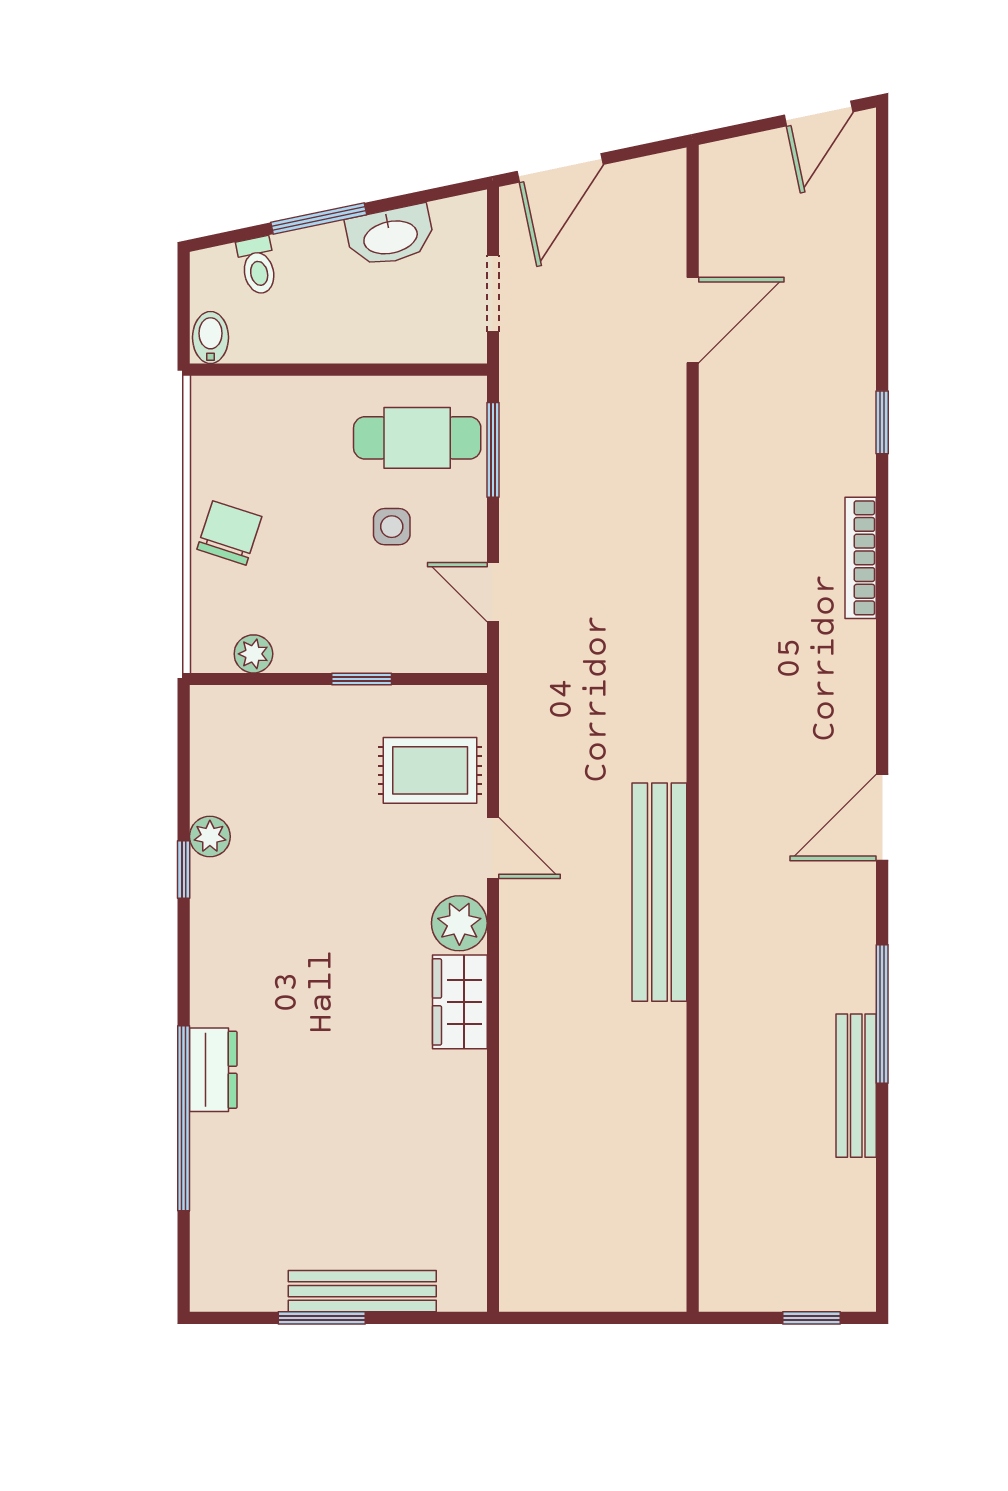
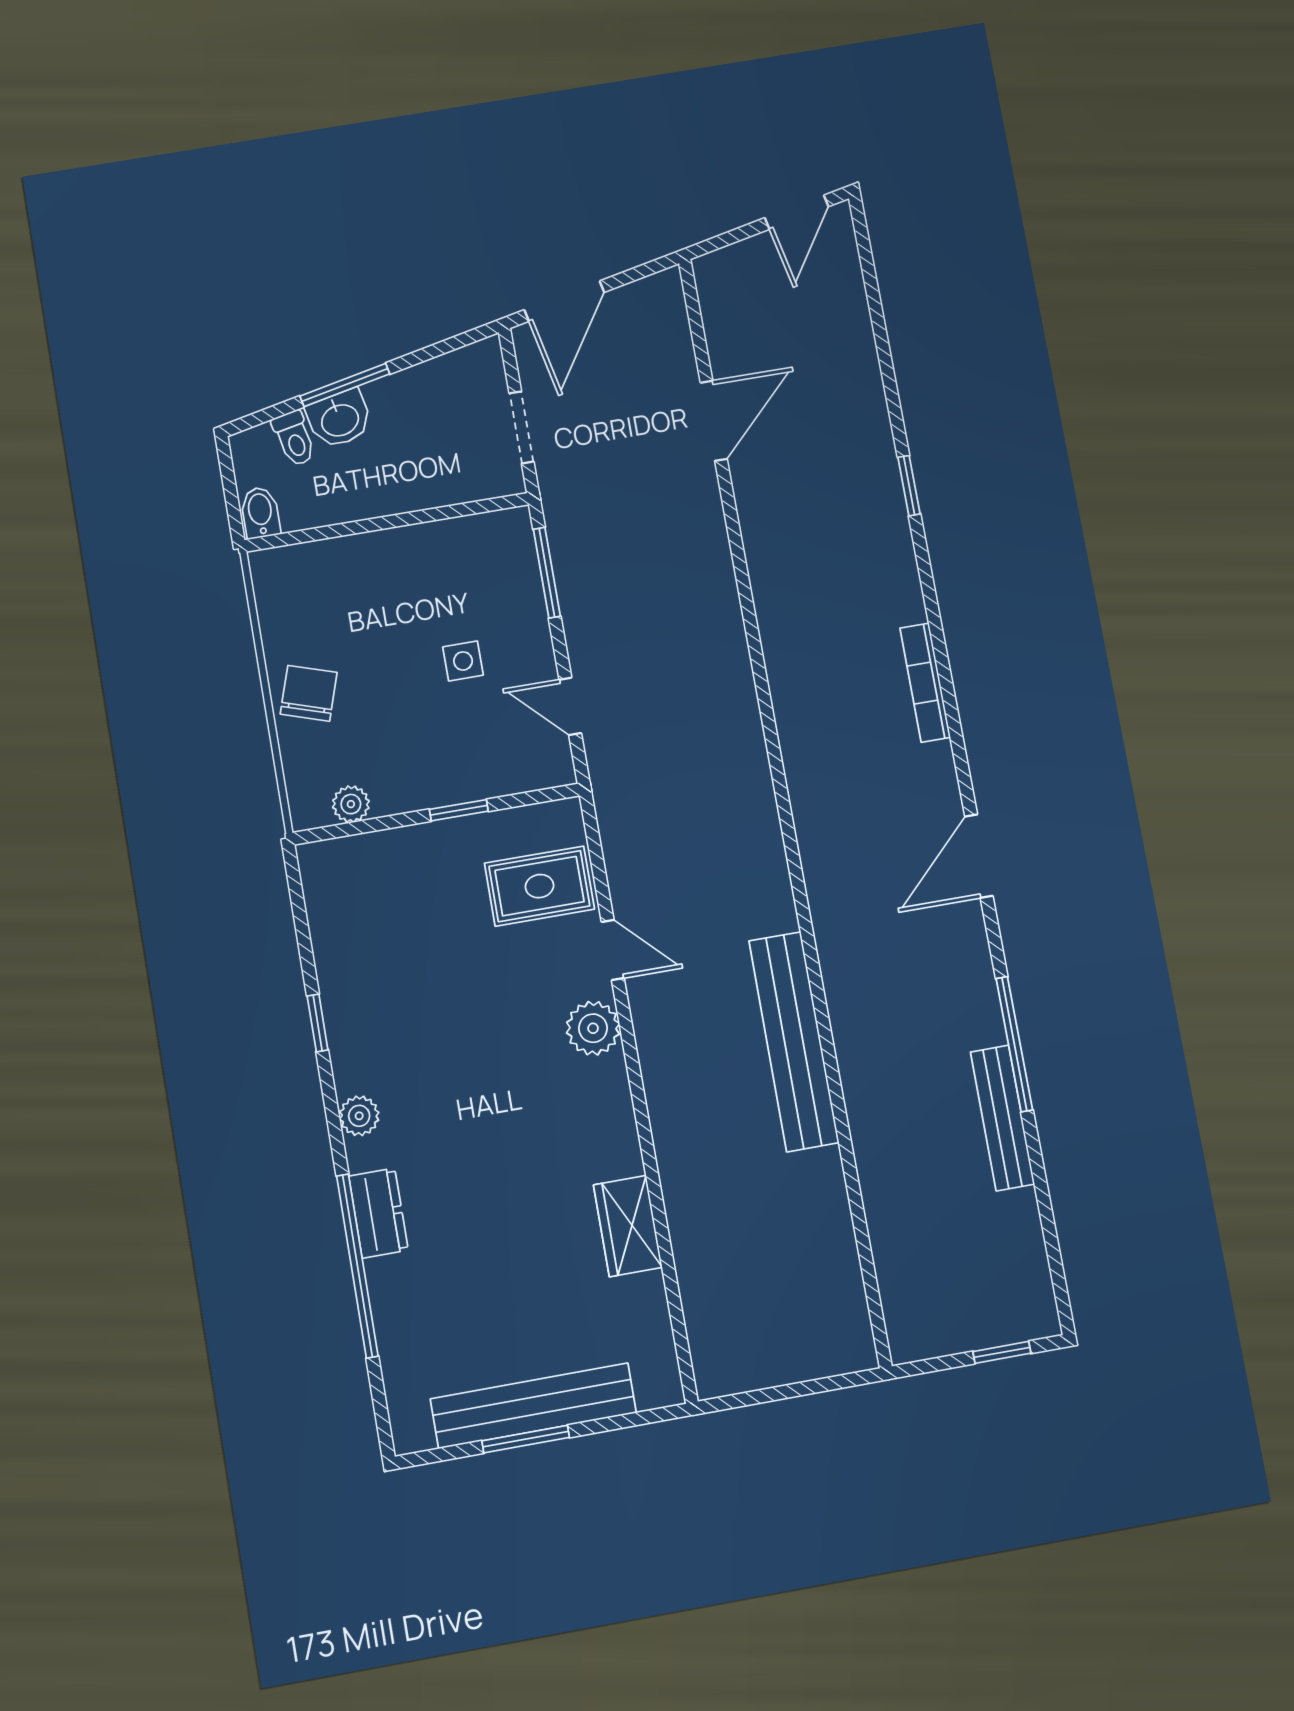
washbasin: (390, 236) -> (339, 419), moved, width x0.72
cafe table: (417, 438) -> (473, 574), removed
bookcase: (861, 558) -> (925, 683), moved
plant: (210, 837) -> (359, 1116), moved
bench: (659, 892) -> (794, 1041), moved
wardrobe: (460, 1002) -> (628, 1226), moved
bench: (362, 1291) -> (533, 1406), width x1.37, depth x1.21

